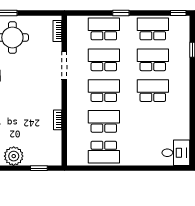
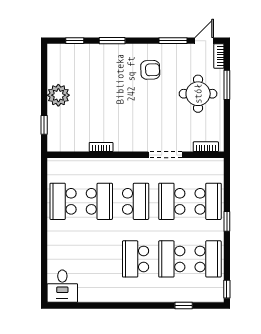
school desk: (104, 60) -> (172, 201), turned 180
school desk: (153, 60) -> (172, 259), turned 180
school desk: (153, 91) -> (136, 259), turned 180

